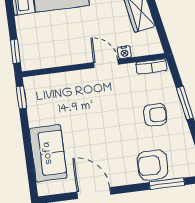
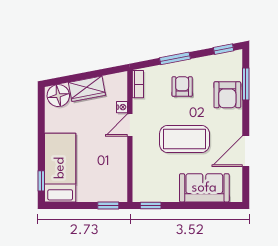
coffee table: (98, 125) -> (185, 139), added

